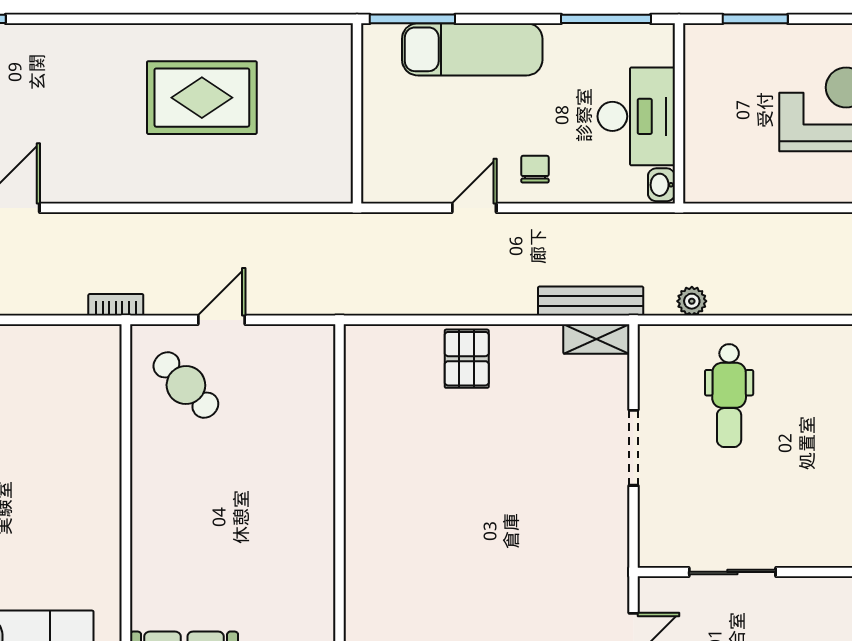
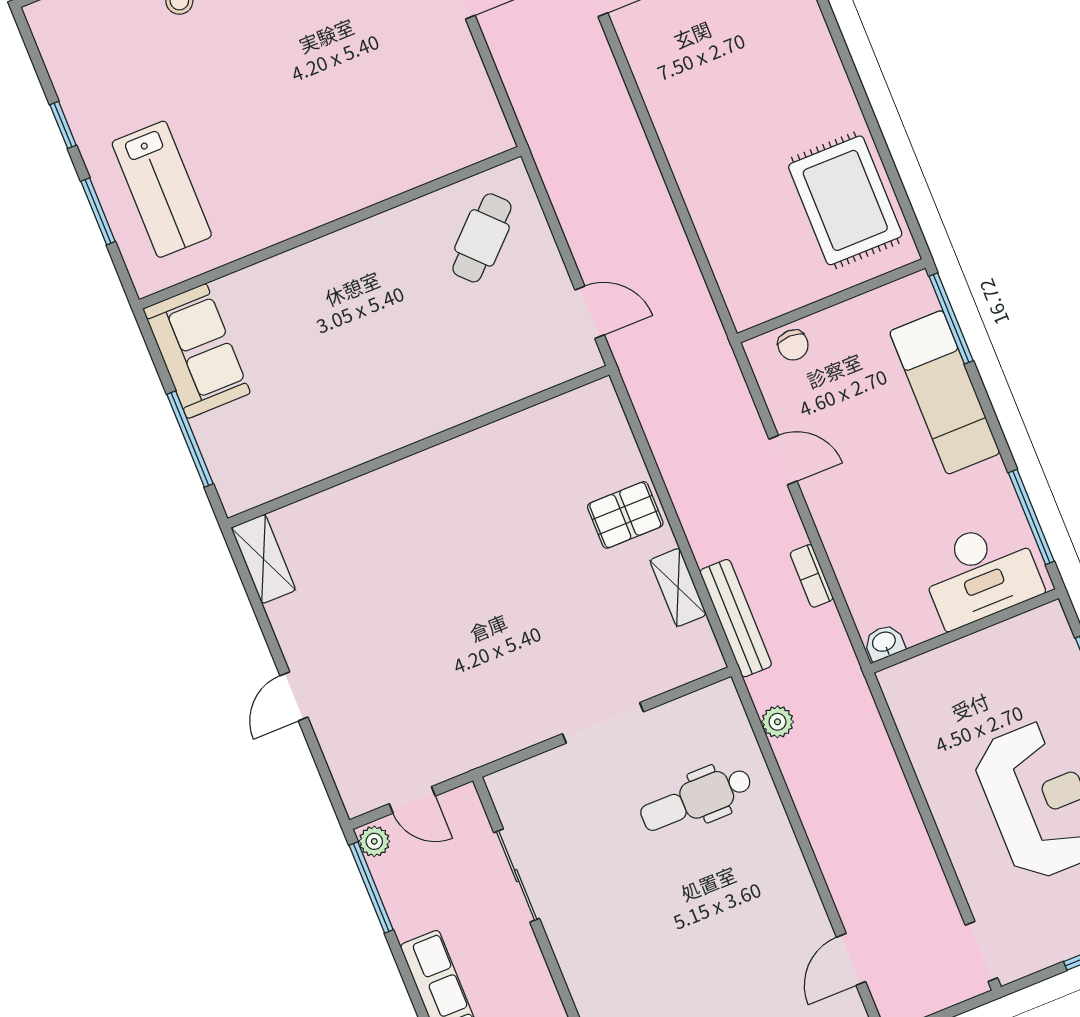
rug: (202, 98) -> (845, 200), moved
desk: (636, 116) -> (981, 574), moved
chair: (535, 169) -> (793, 345), moved, turned 90
bookcase: (116, 305) -> (812, 576), moved, turned 180
door: (221, 320) -> (590, 312), moved
shelving: (596, 339) -> (678, 587), moved

